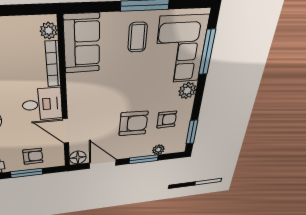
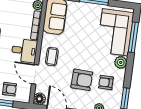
coffee table: (138, 37) -> (52, 57), moved
armchair: (167, 120) -> (106, 82), turned 180

